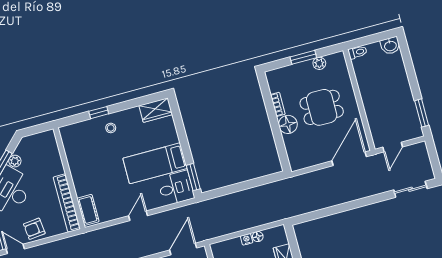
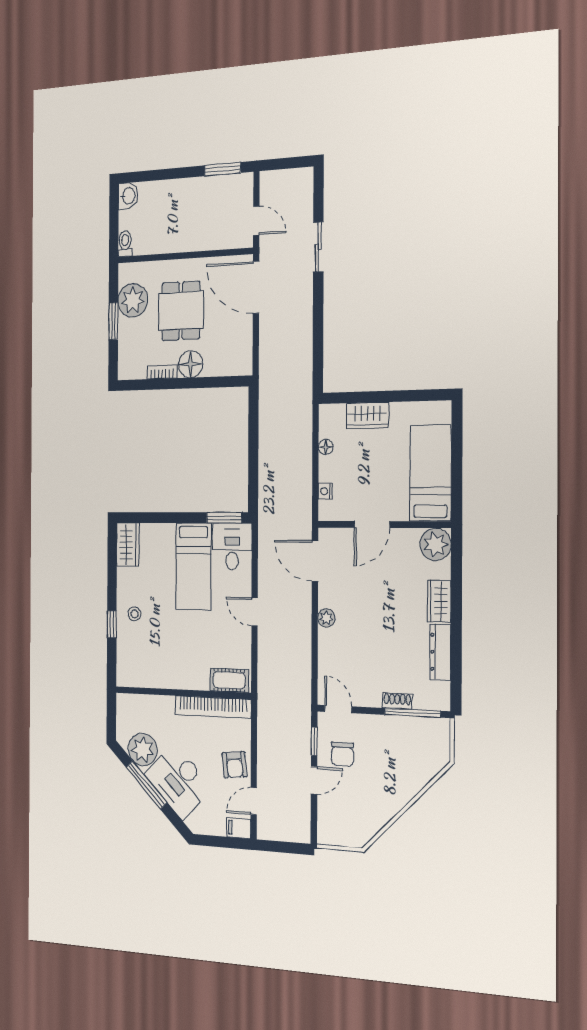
plant: (319, 63) -> (133, 300), width x1.88, depth x1.88
plant: (15, 161) -> (143, 750), width x1.87, depth x1.87
sliding door: (410, 189) -> (318, 247), moved
nightstand: (247, 239) -> (325, 491), moved

